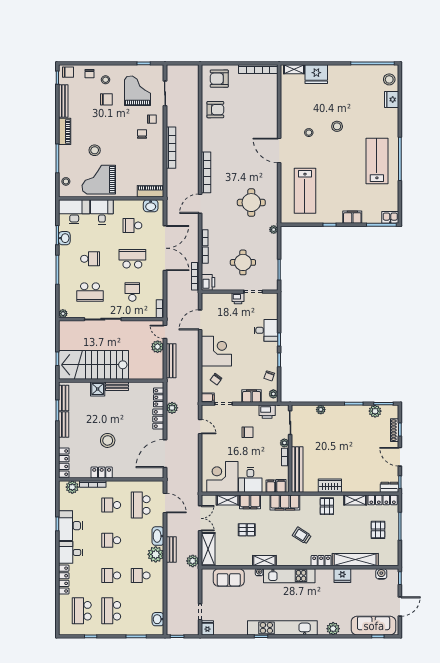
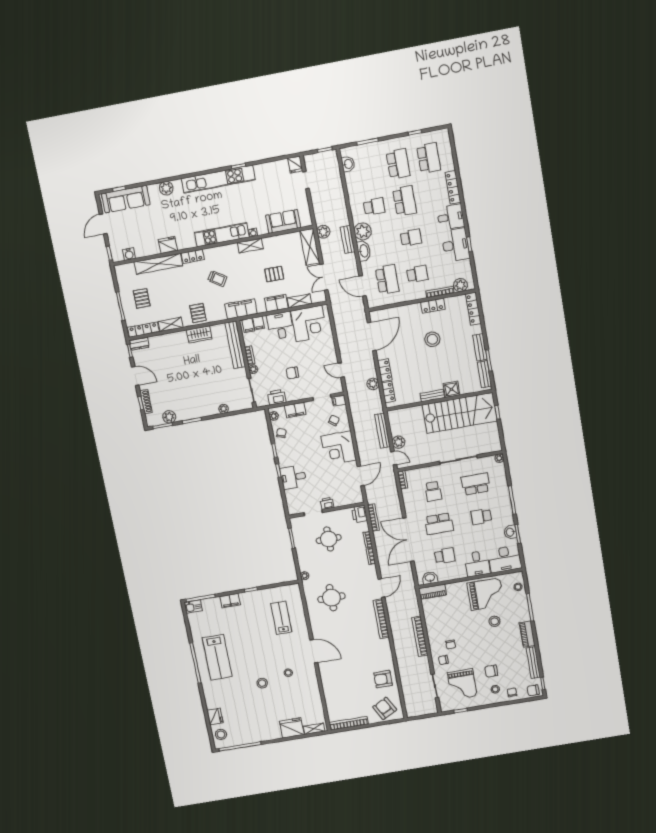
armchair: (219, 79) -> (385, 708), turned -118
lab bench: (305, 191) -> (281, 618), width x0.73, depth x0.72
school desk: (111, 575) -> (405, 201), width x1.85

